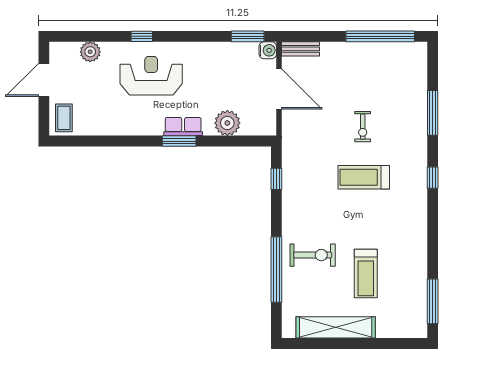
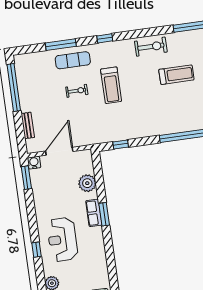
bench: (301, 49) -> (28, 125), moved
exercise mat: (408, 127) -> (73, 60), added
exercise bike: (313, 255) -> (151, 47), moved, turned 90

